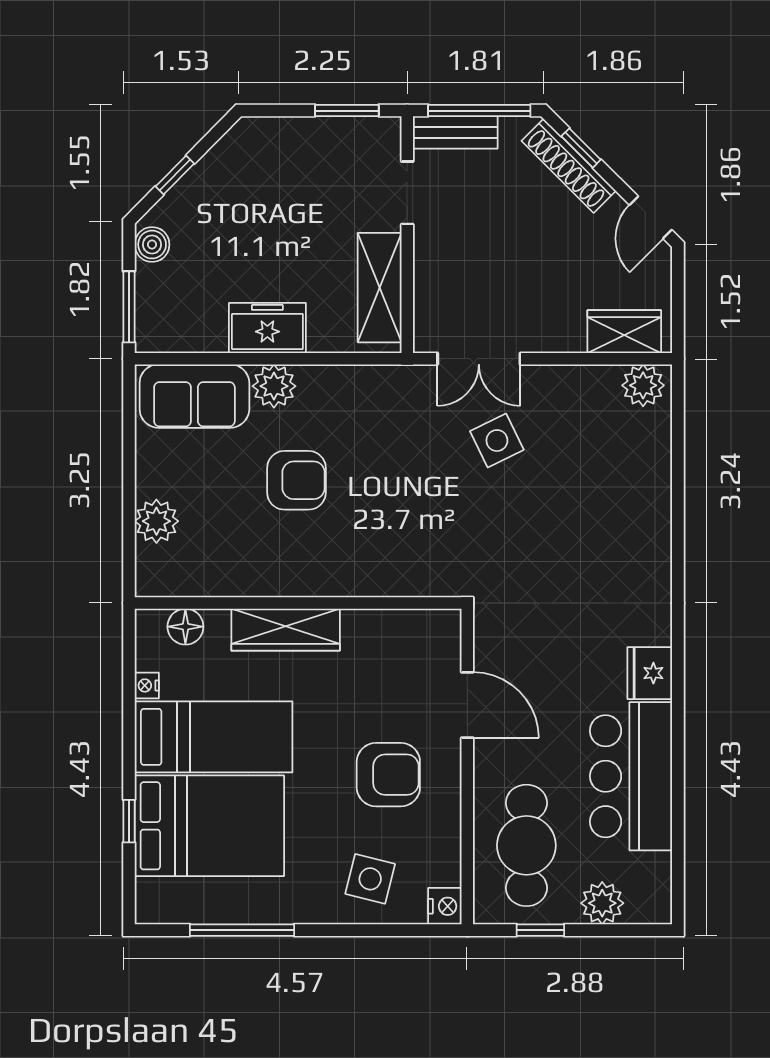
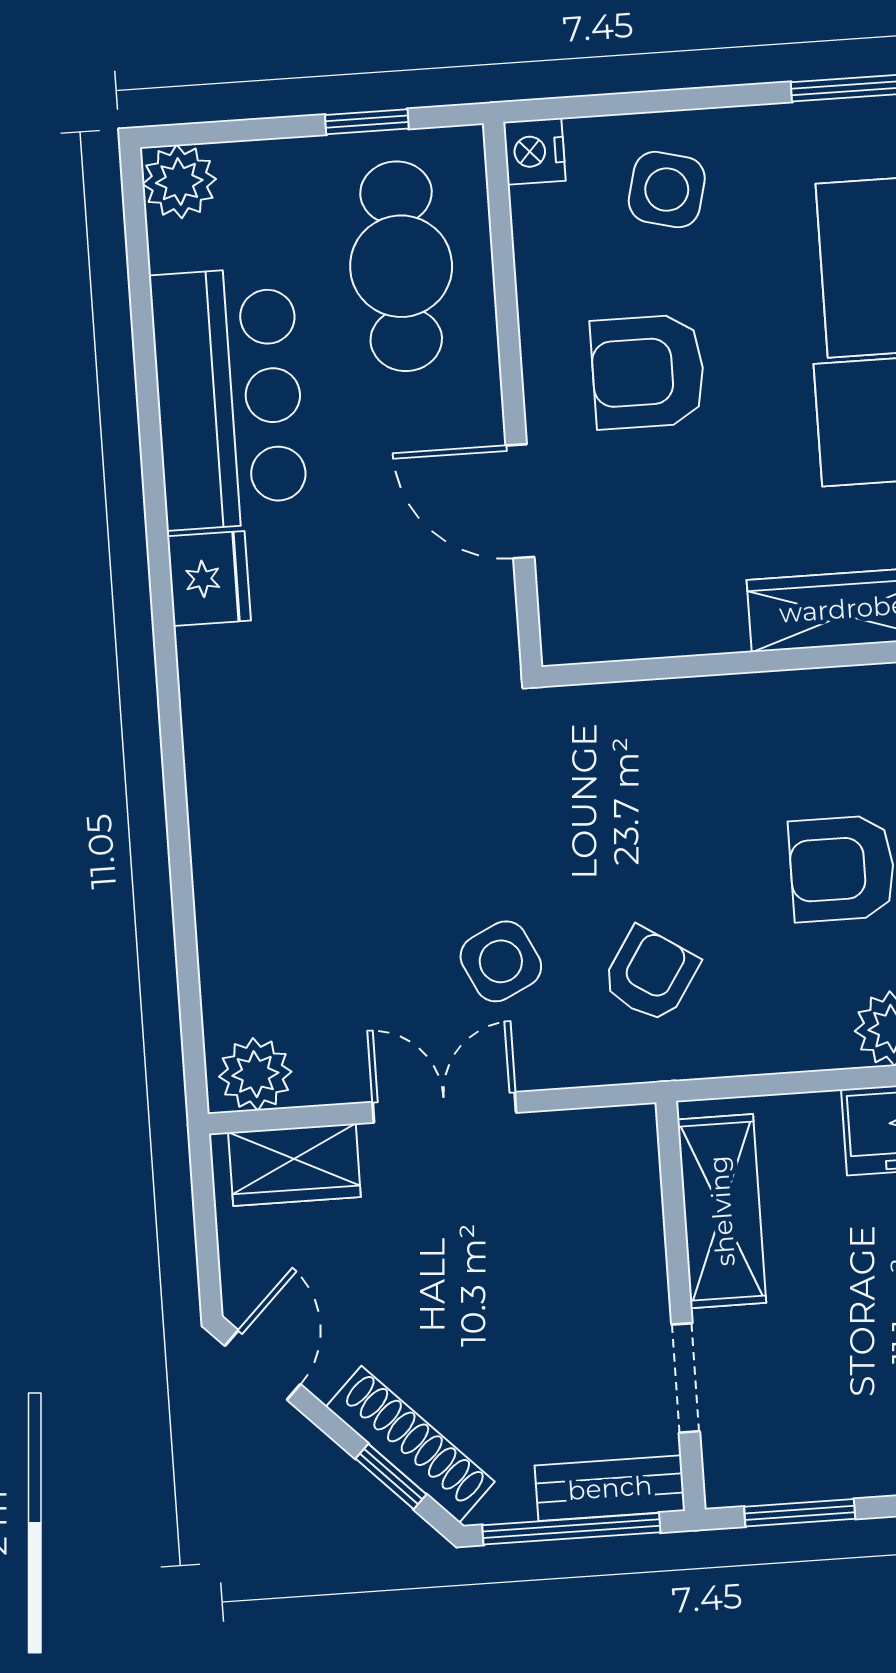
double door: (479, 359) -> (444, 1107), moved
armchair: (411, 427) -> (650, 975), added
plant: (602, 903) -> (179, 182), moved

